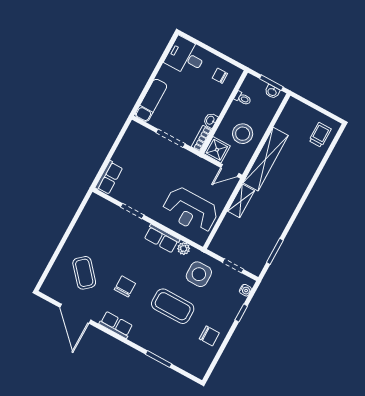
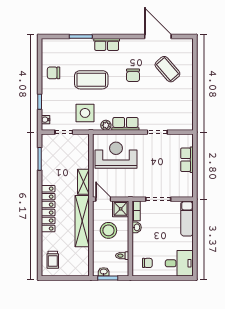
door: (230, 170) -> (103, 199), hinge flipped
row of seats: (109, 178) -> (187, 160), moved
locker: (295, 193) -> (48, 209), added
row of seats: (116, 325) -> (107, 44), moved

